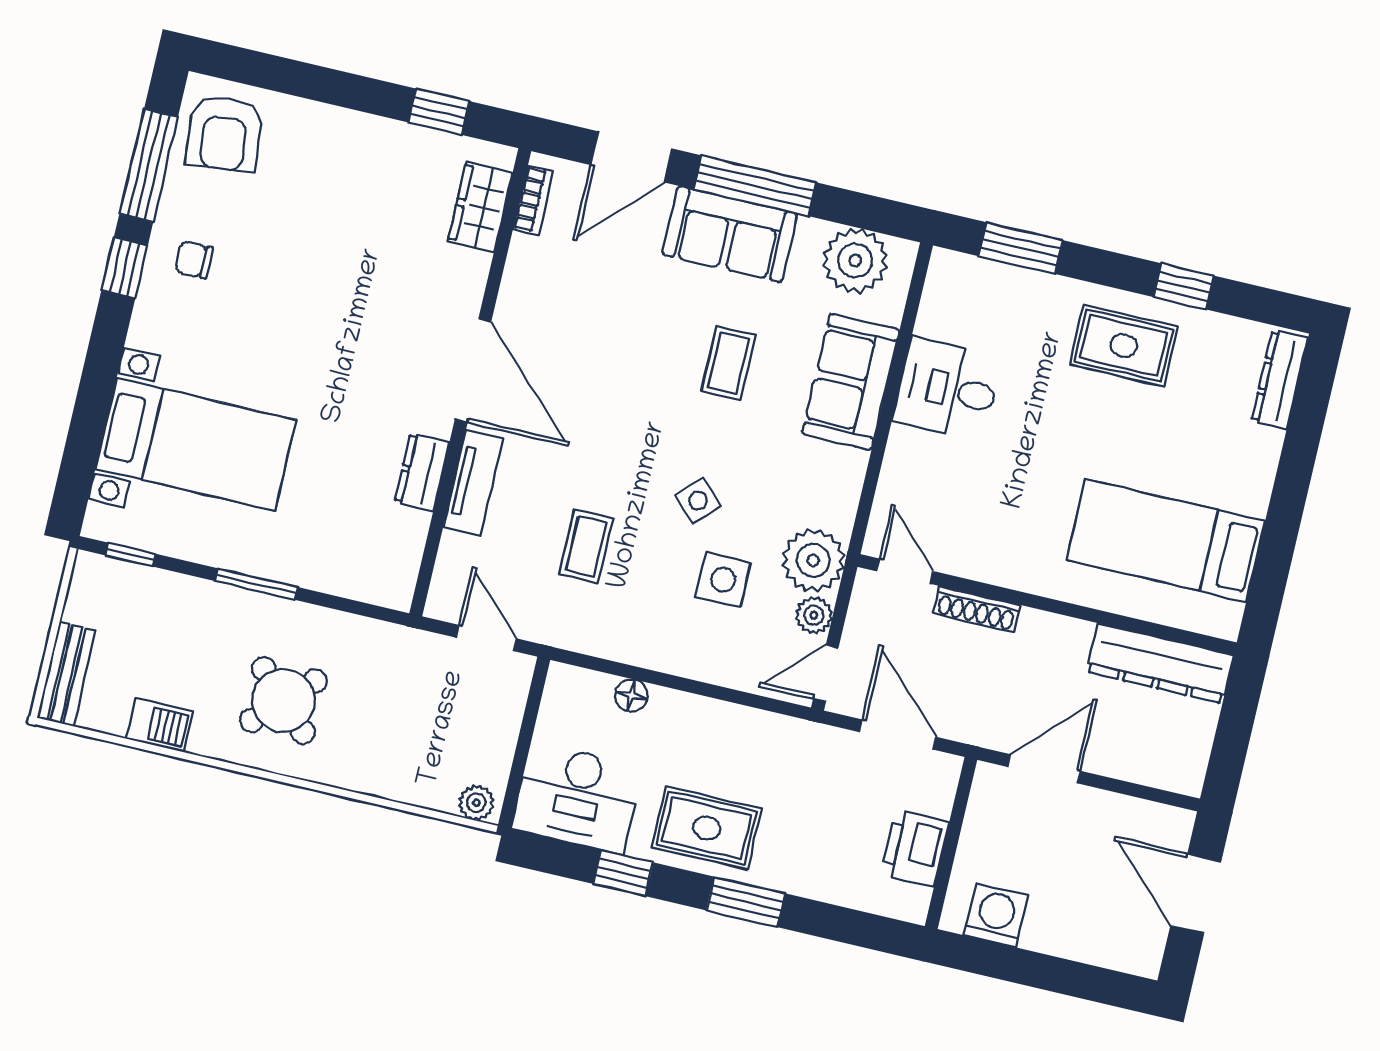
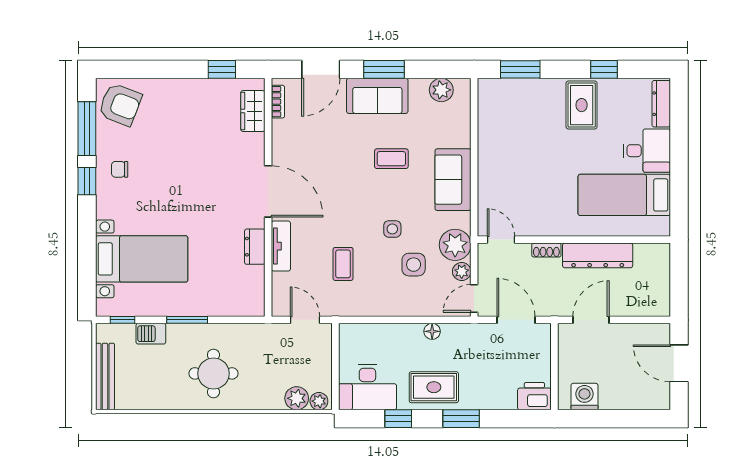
armchair: (224, 134) -> (120, 105), turned -63
window: (755, 186) -> (384, 69), width x0.69
plant: (855, 260) -> (441, 90), width x0.73, depth x0.73
rug: (1124, 346) -> (582, 105), turned 90
coffee table: (728, 363) -> (391, 159), turned 90
sofa: (851, 382) -> (453, 180), moved
desk: (948, 389) -> (647, 151), moved, turned 180
side table: (698, 501) -> (392, 229), turned 45
shoe rack: (977, 609) -> (546, 250), width x0.70
dresser: (1160, 663) -> (598, 255), moved
bench: (66, 674) -> (105, 377), width x1.36
floor lamp: (631, 695) -> (432, 331), moved
round table: (283, 701) -> (213, 373), turned 45
barbecue: (160, 725) -> (151, 334), moved, turned 180
plant: (434, 787) -> (297, 398), added
printer: (915, 848) -> (534, 396), moved, turned 90

